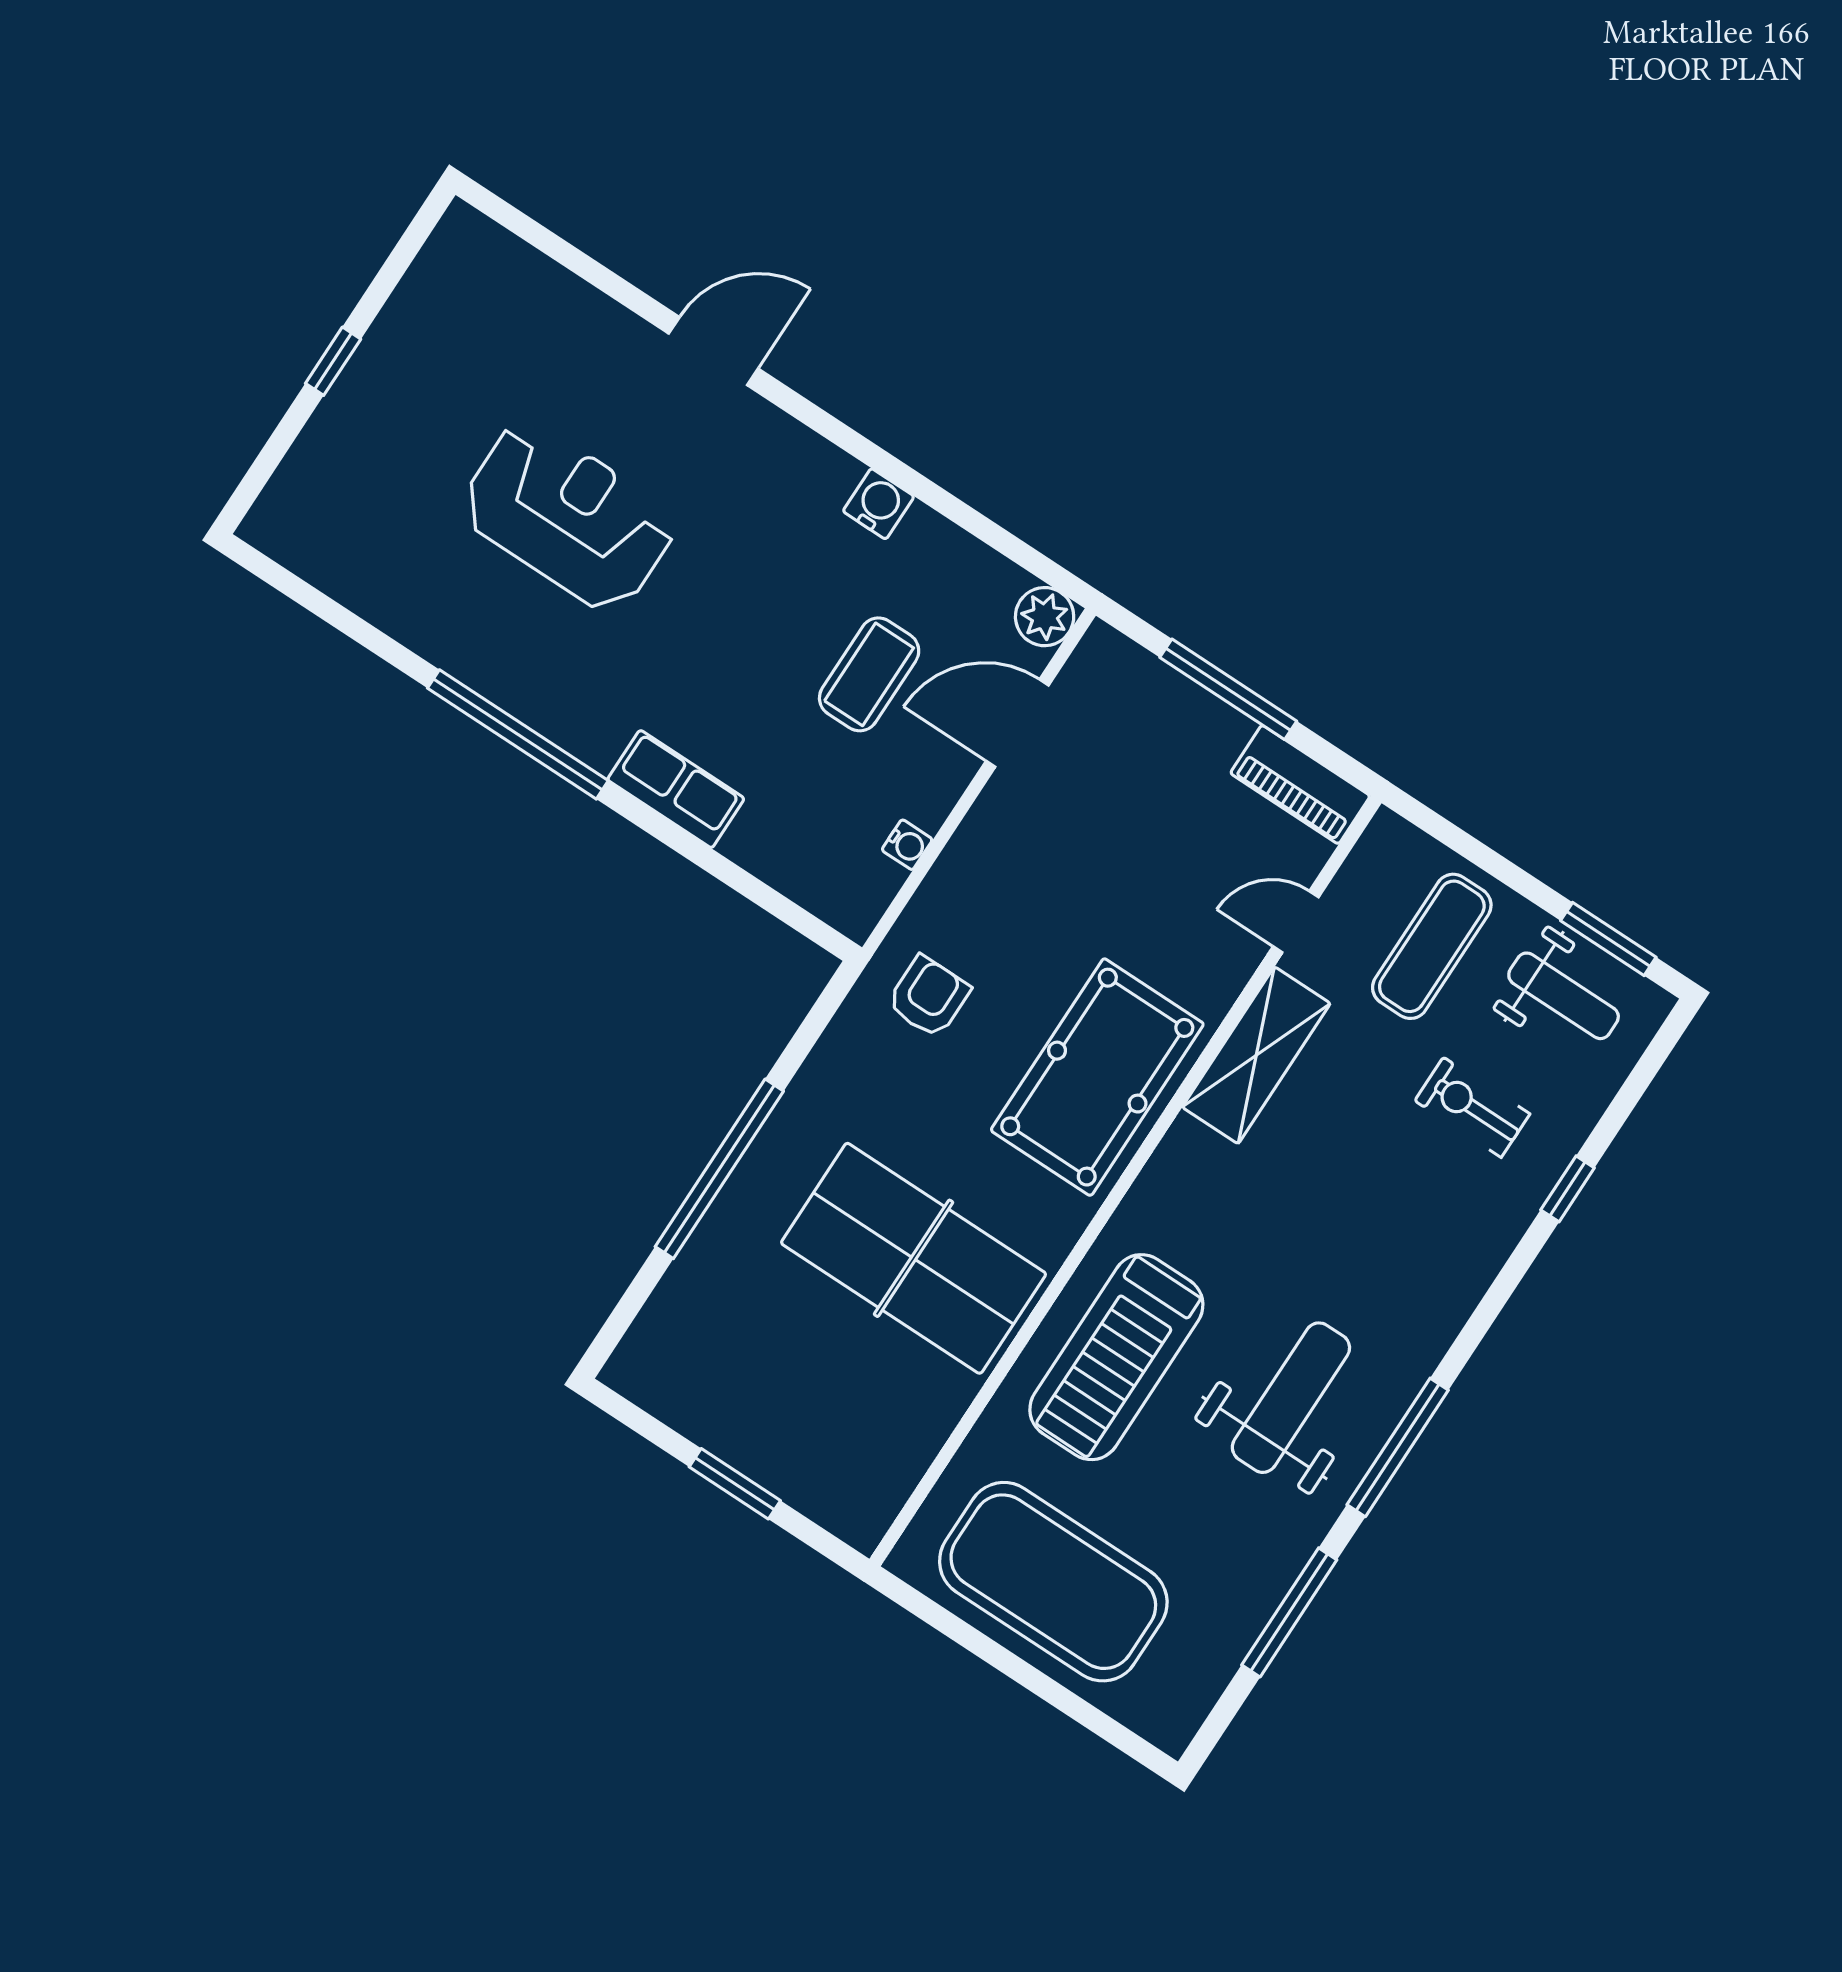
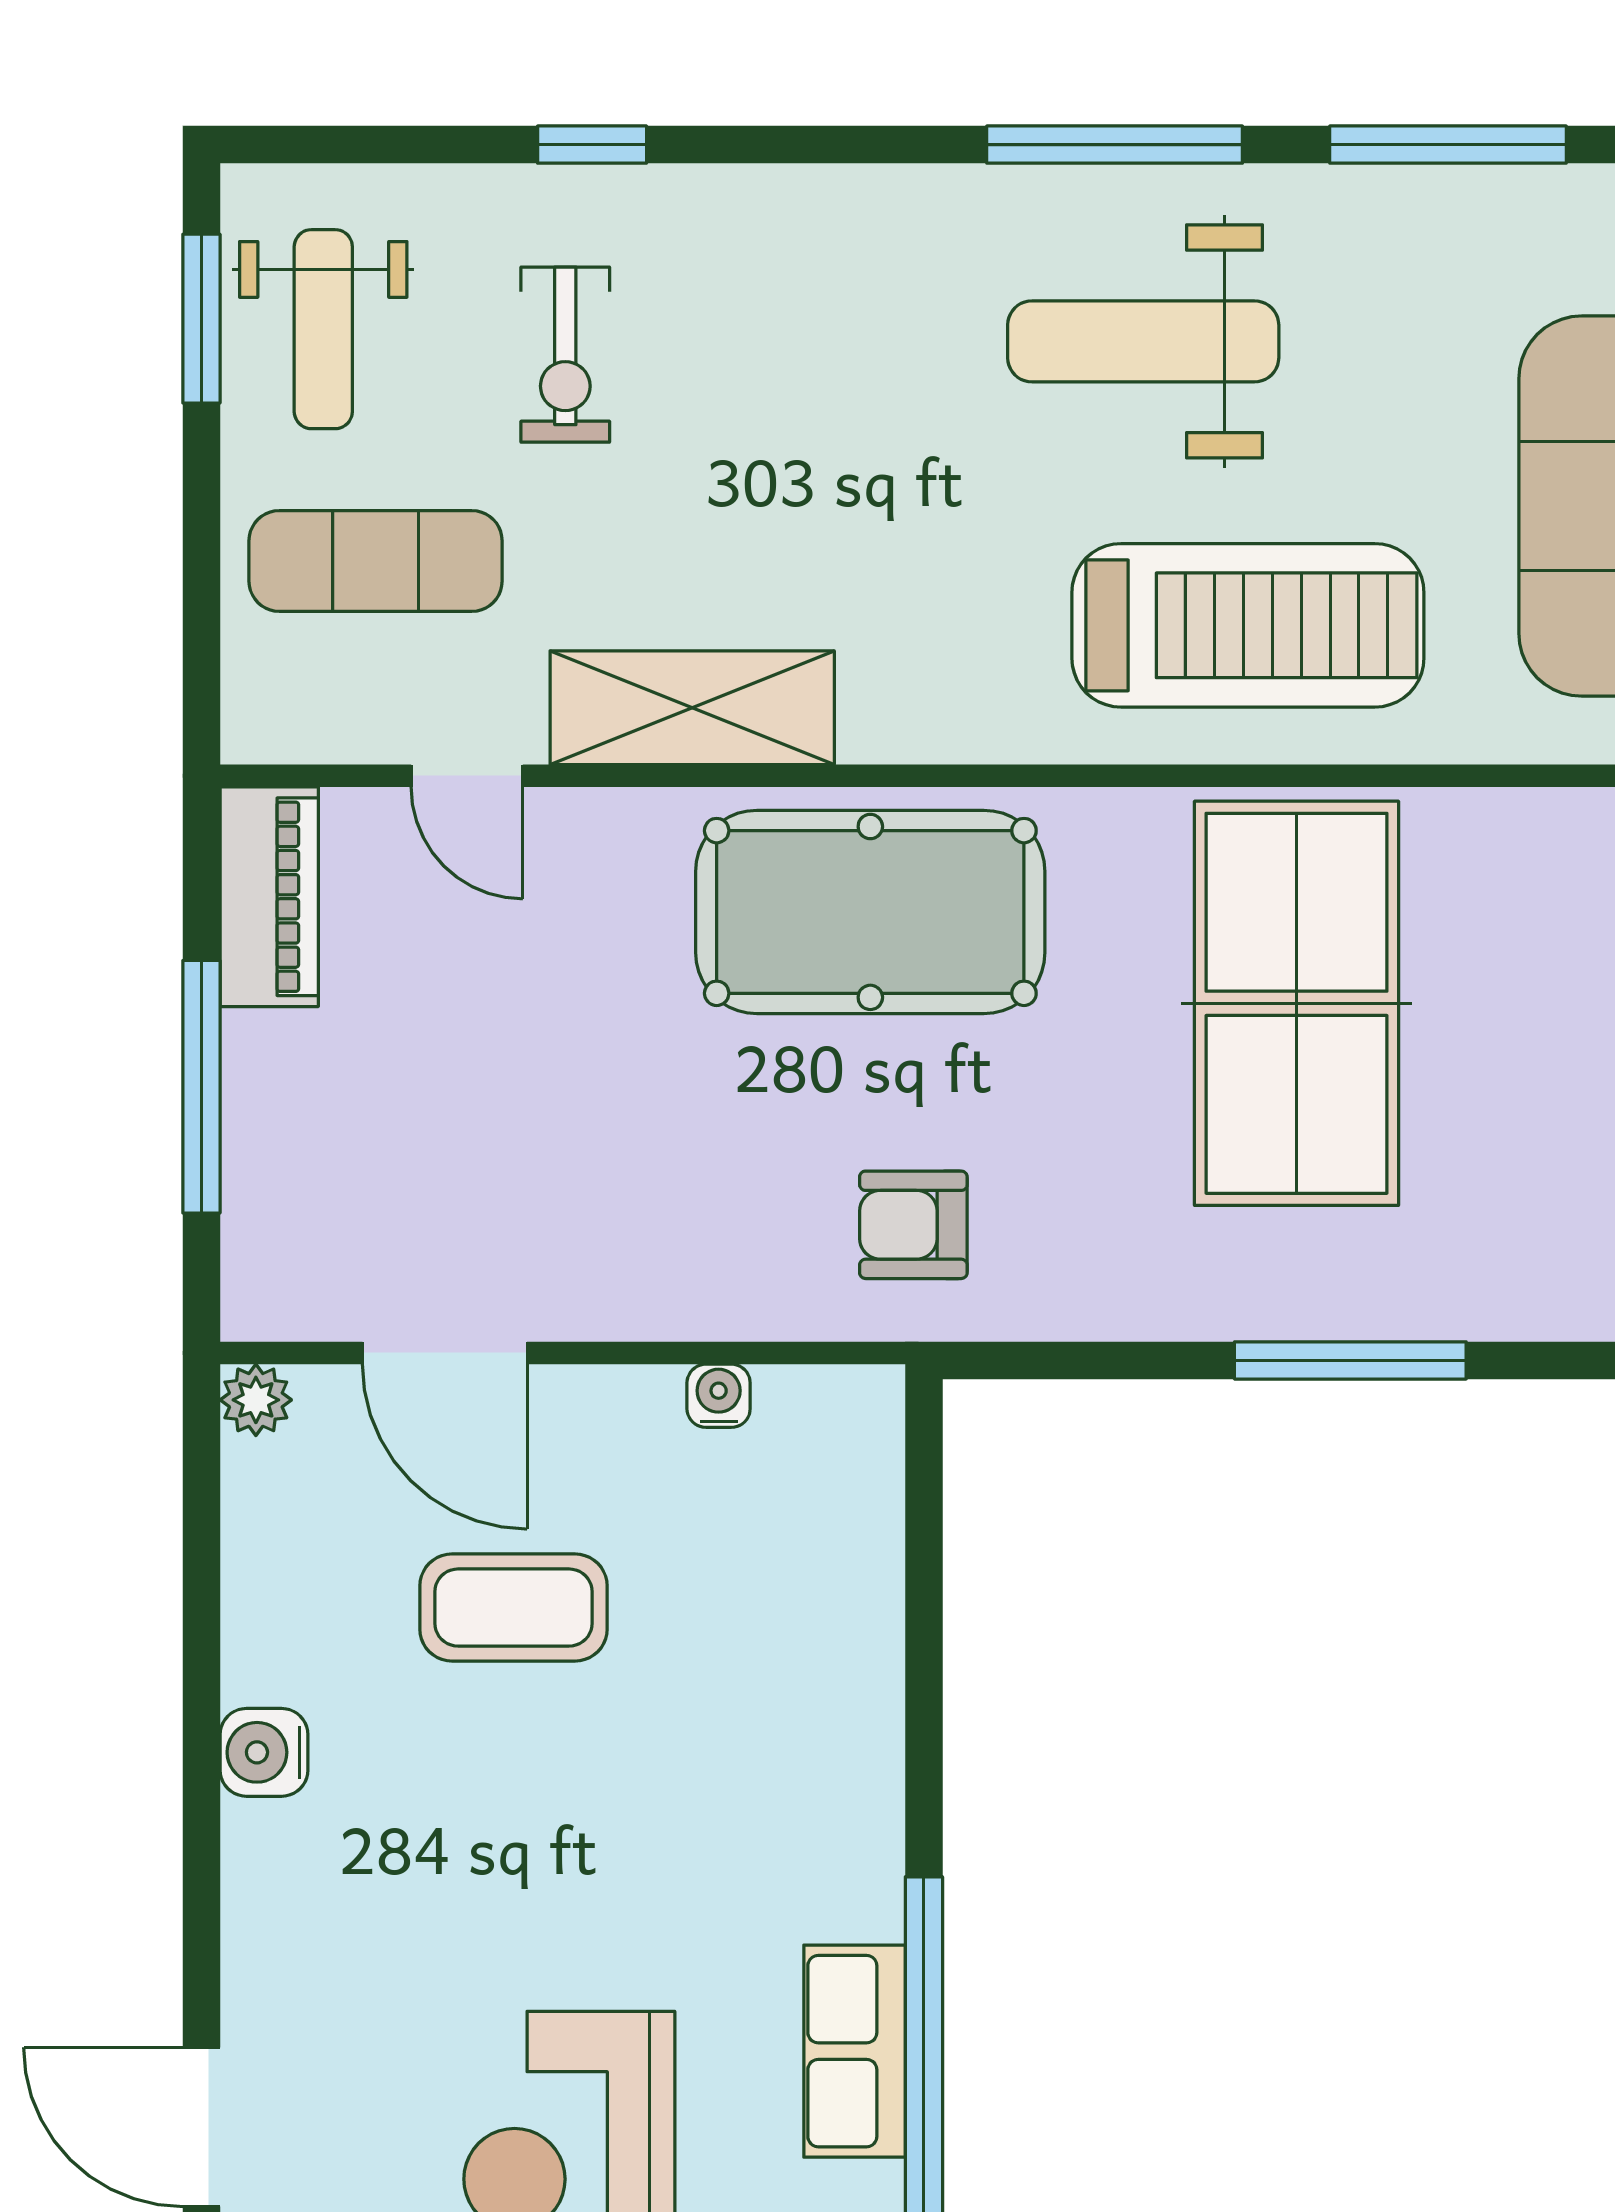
plant: (1045, 617) -> (256, 1400), width x0.73, depth x0.73
row of seats: (676, 789) -> (855, 2051), moved
weight bench: (1564, 996) -> (323, 329), turned 180
window: (719, 1169) -> (1350, 1360), width x0.68

